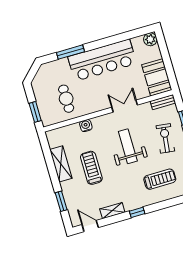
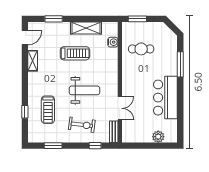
plant: (150, 39) -> (158, 137), moved
bar counter: (102, 60) -> (165, 98), width x0.73
booth: (157, 77) -> (137, 133), removed
double door: (125, 106) -> (120, 108), moved
water cooler: (86, 126) -> (113, 42), moved
window: (137, 212) -> (25, 112), moved

